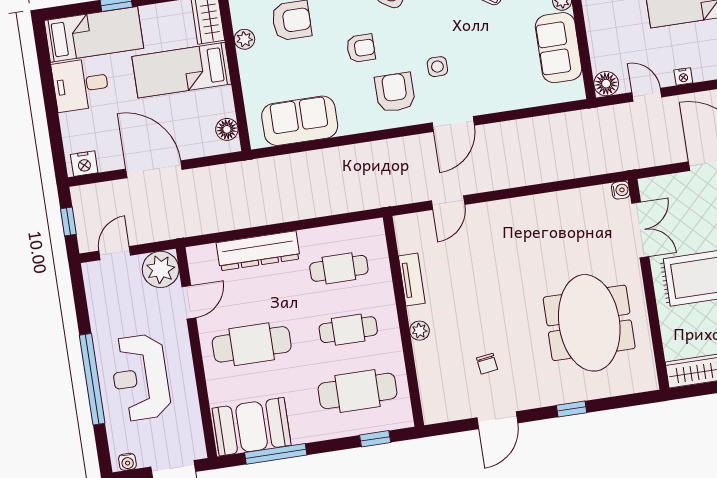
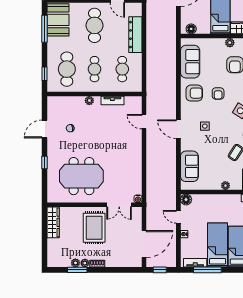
sofa: (559, 48) -> (189, 166), moved, turned 90
armchair: (395, 92) -> (194, 93), moved
door: (647, 95) -> (178, 217), swing flipped
door: (497, 420) -> (44, 129), hinge flipped

